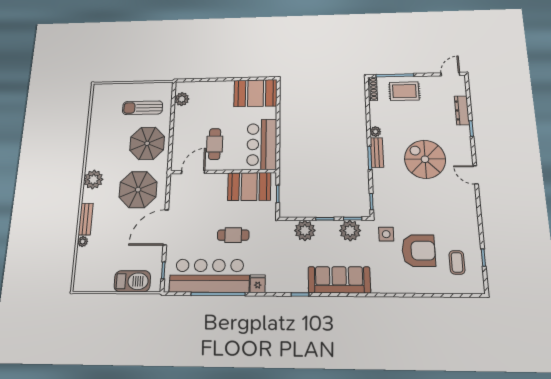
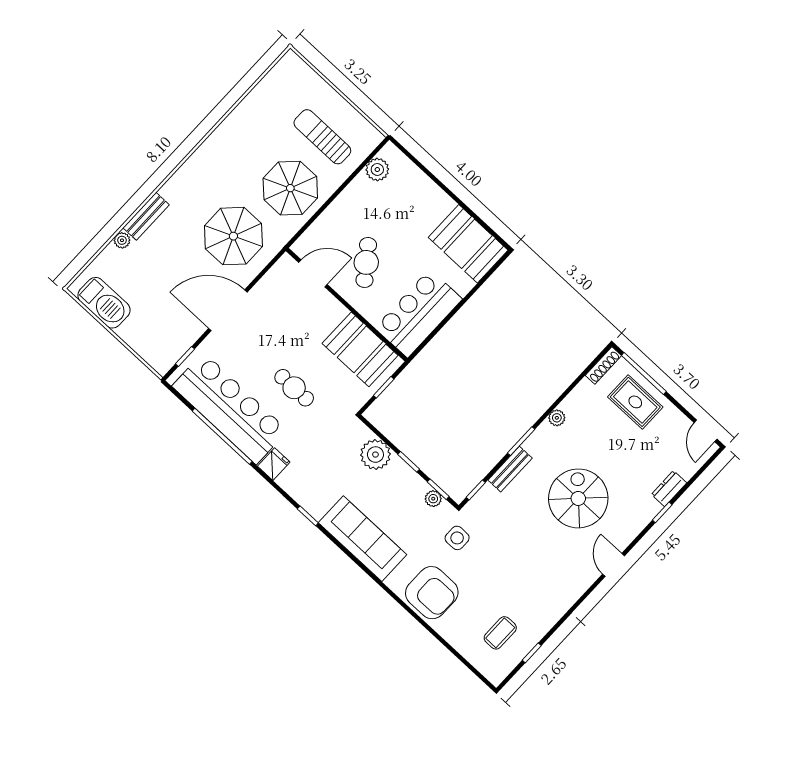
door: (450, 74) -> (706, 431), swing flipped
dresser: (462, 110) -> (669, 489), width x0.70
cafe table: (215, 144) -> (366, 262), turned -37
bench: (377, 153) -> (510, 469), moved
plant: (93, 180) -> (192, 175), removed
plant: (350, 231) -> (433, 499), width x0.53, depth x0.53
armchair: (419, 251) -> (432, 593), moved
barbecue: (132, 281) -> (104, 303), moved

